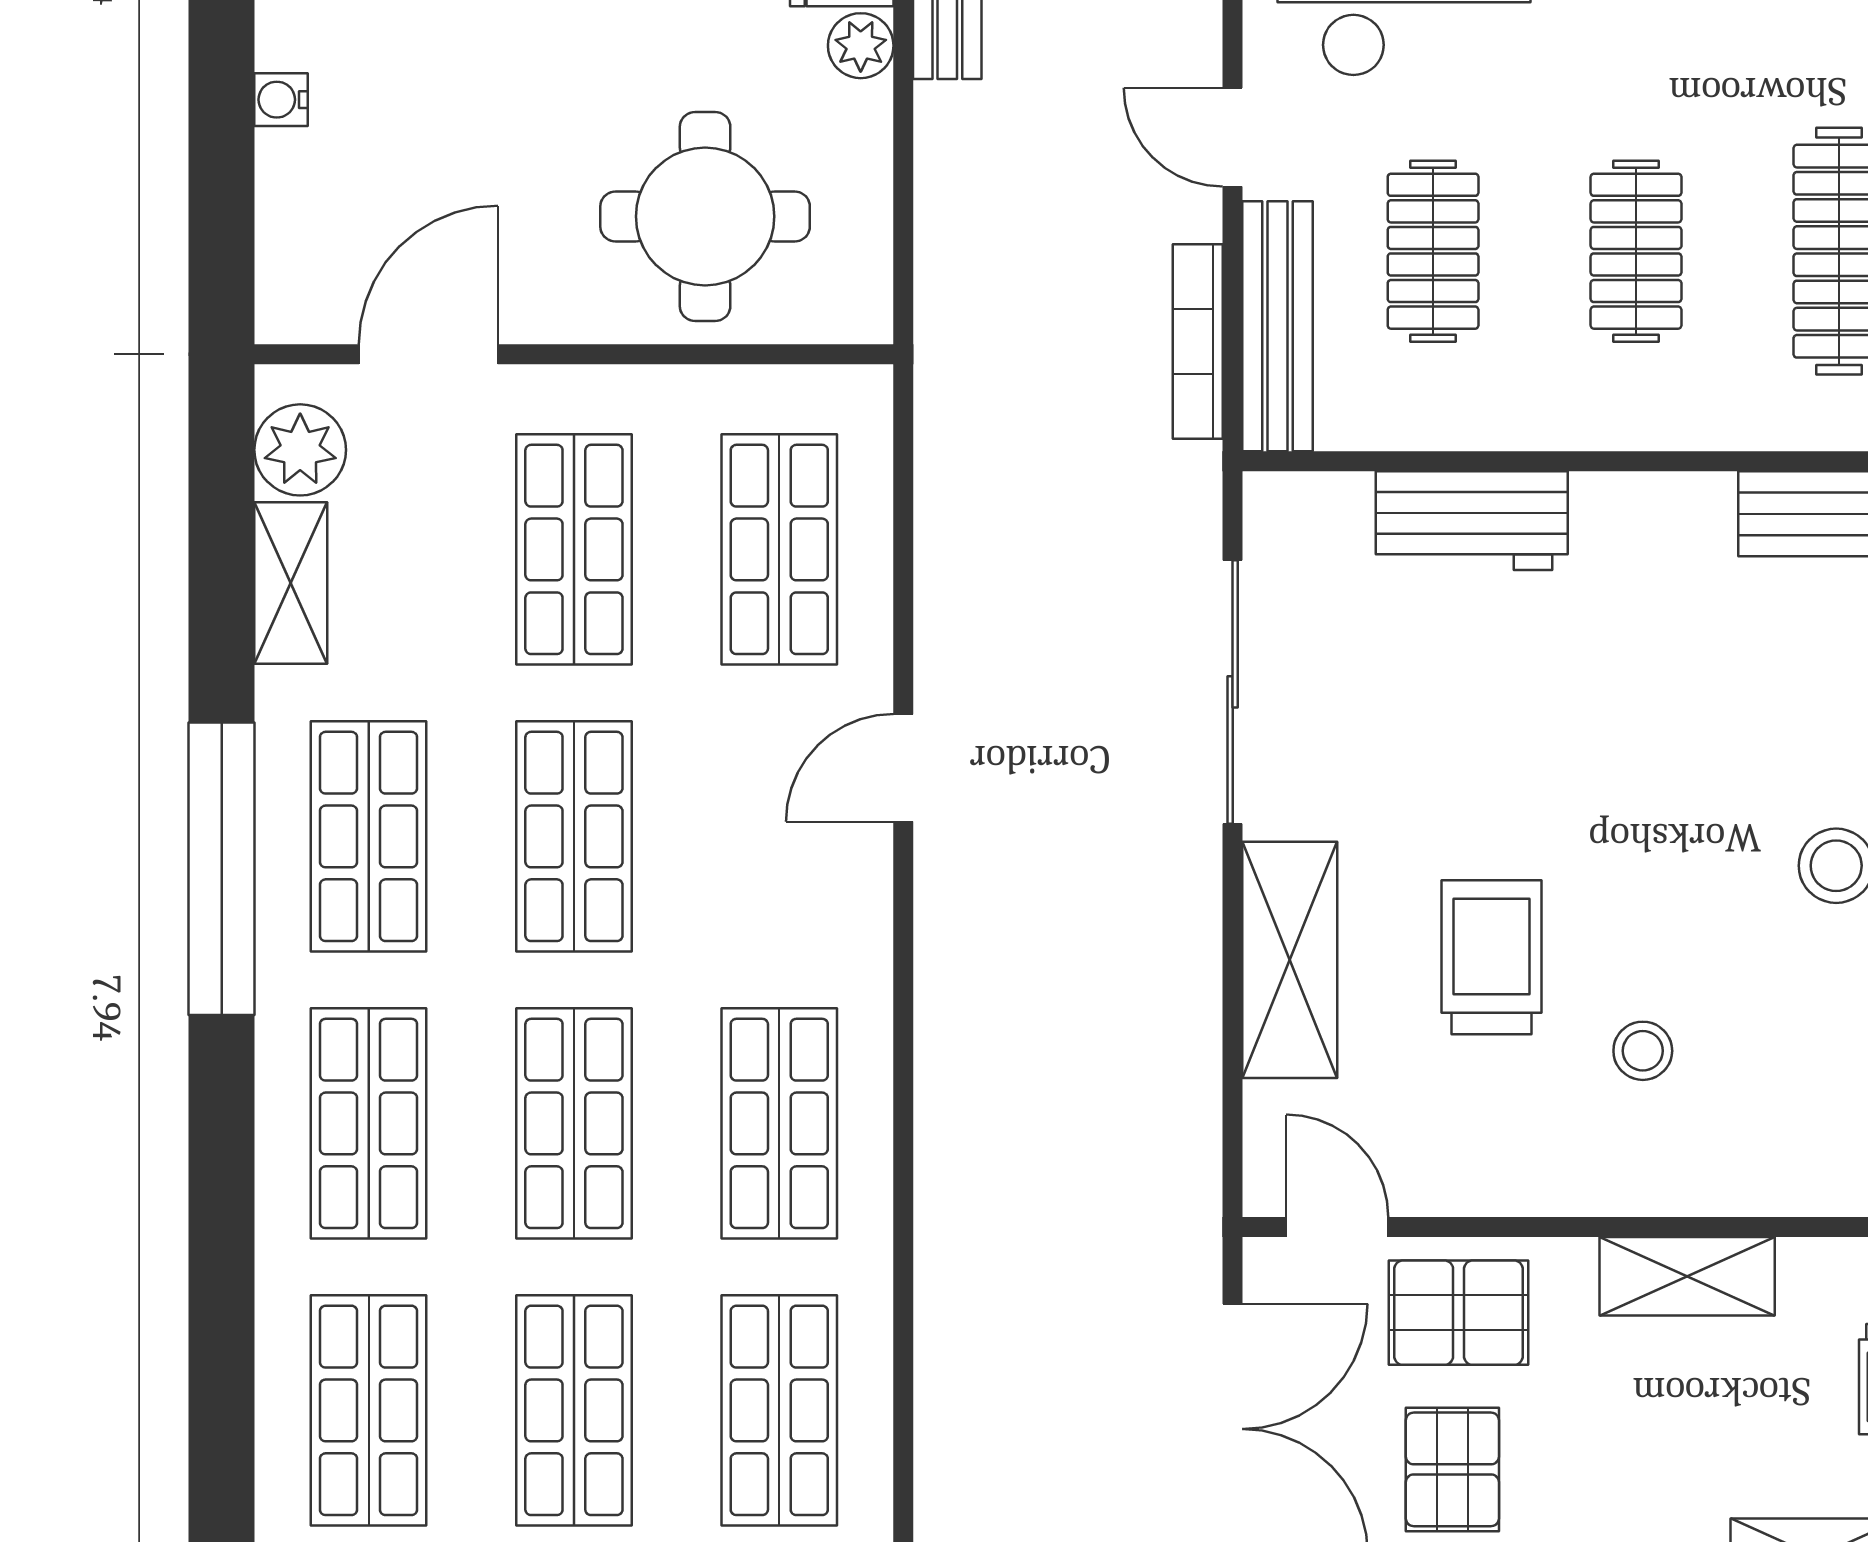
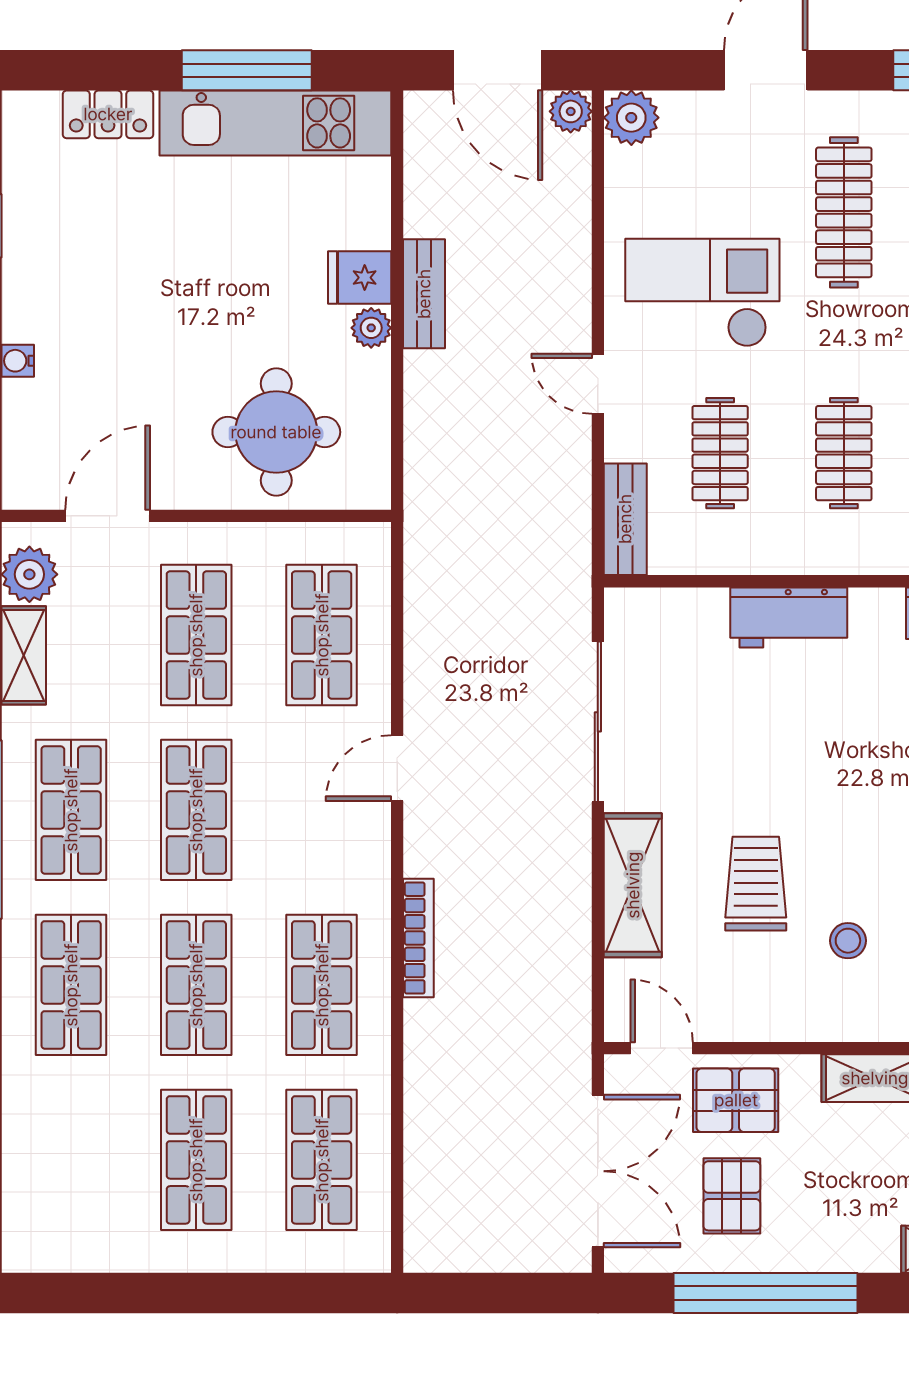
bench: (1278, 326) -> (625, 519), width x0.73
bookcase: (1198, 342) -> (418, 938), moved, turned 180
workbench: (1472, 521) -> (789, 617), moved
shop shelf: (369, 1410) -> (71, 1160), removed

